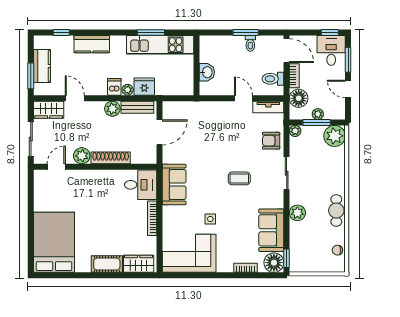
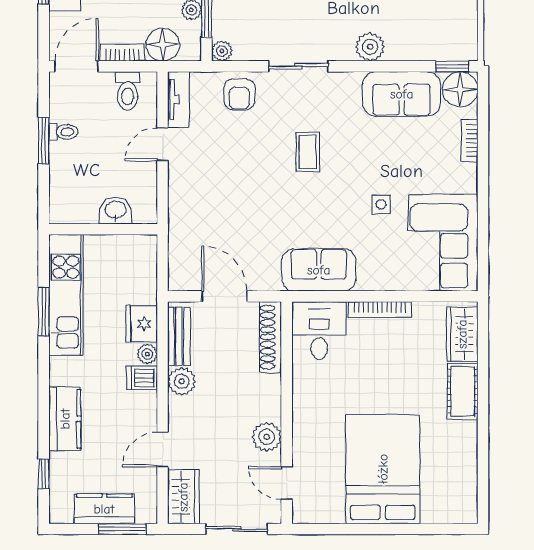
shoe rack: (111, 158) -> (271, 337), moved
bed: (54, 242) -> (383, 469), moved, turned 90

